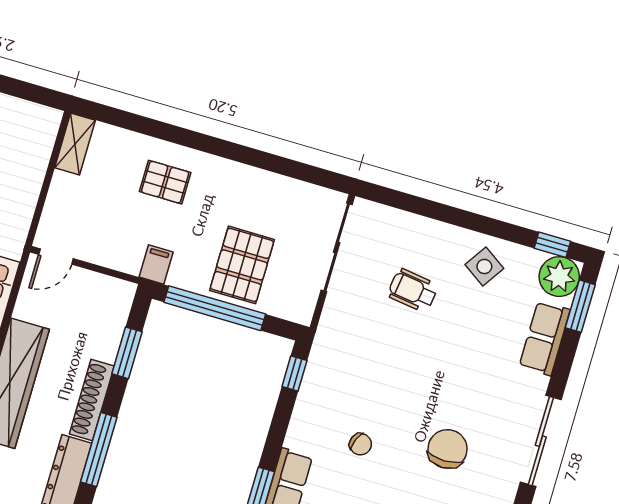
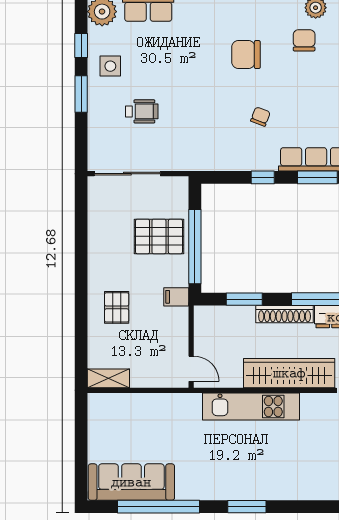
window: (459, 217) -> (81, 94), added
window: (552, 245) -> (81, 46), moved
side table: (484, 266) -> (110, 66), turned -34
wheelchair: (413, 290) -> (142, 111), turned -98
window: (294, 373) -> (263, 177), moved

